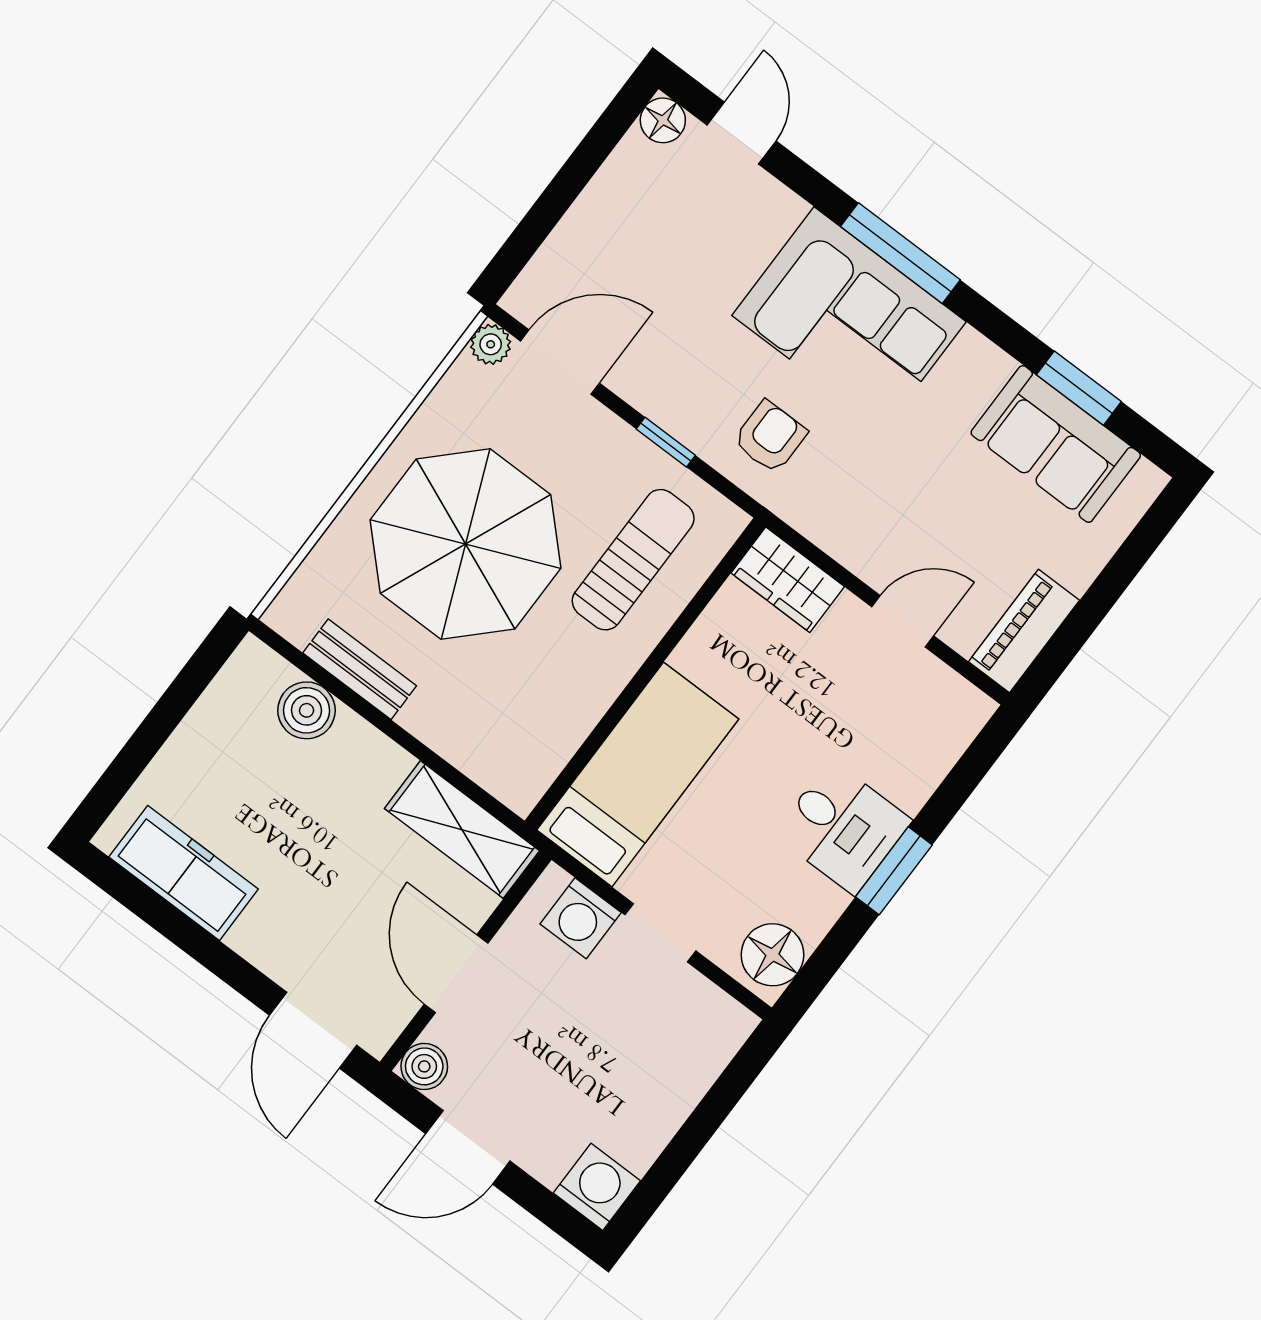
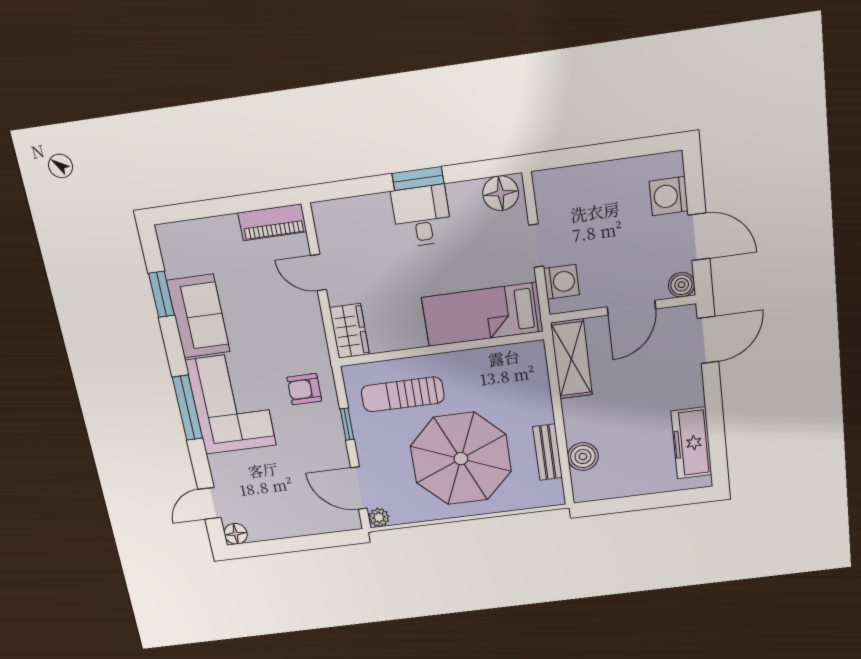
sofa: (1056, 444) -> (198, 316), moved
washing machine: (597, 1187) -> (669, 196), moved

